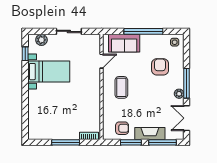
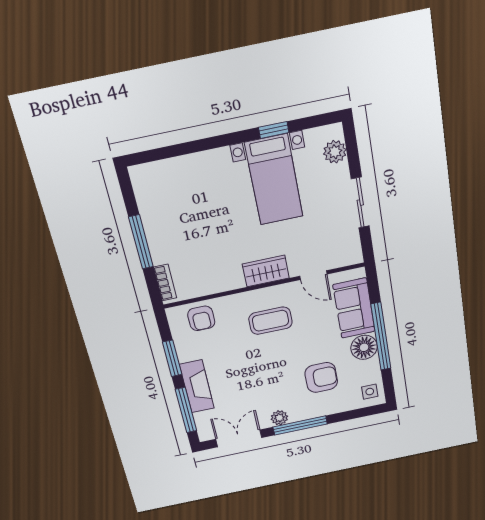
floor lamp: (148, 41) -> (364, 347), added
window: (25, 54) -> (274, 130), moved
wardrobe: (94, 85) -> (266, 271), added
armchair: (122, 128) -> (201, 318), moved

